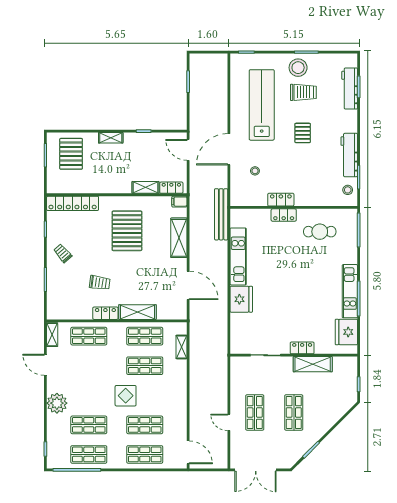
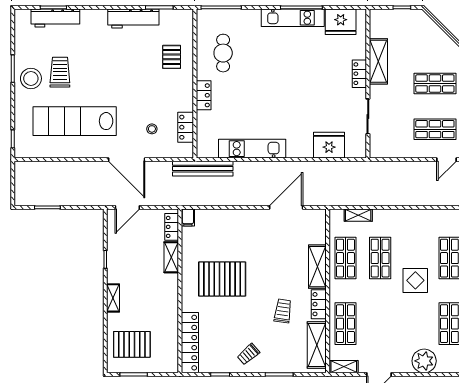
pallet: (303, 133) -> (172, 57), moved, turned 90
stool: (348, 190) -> (174, 20), removed
locker: (281, 200) -> (186, 127), moved
shelving: (179, 238) -> (317, 345), moved, turned 90
fridge: (241, 299) -> (329, 145), moved

